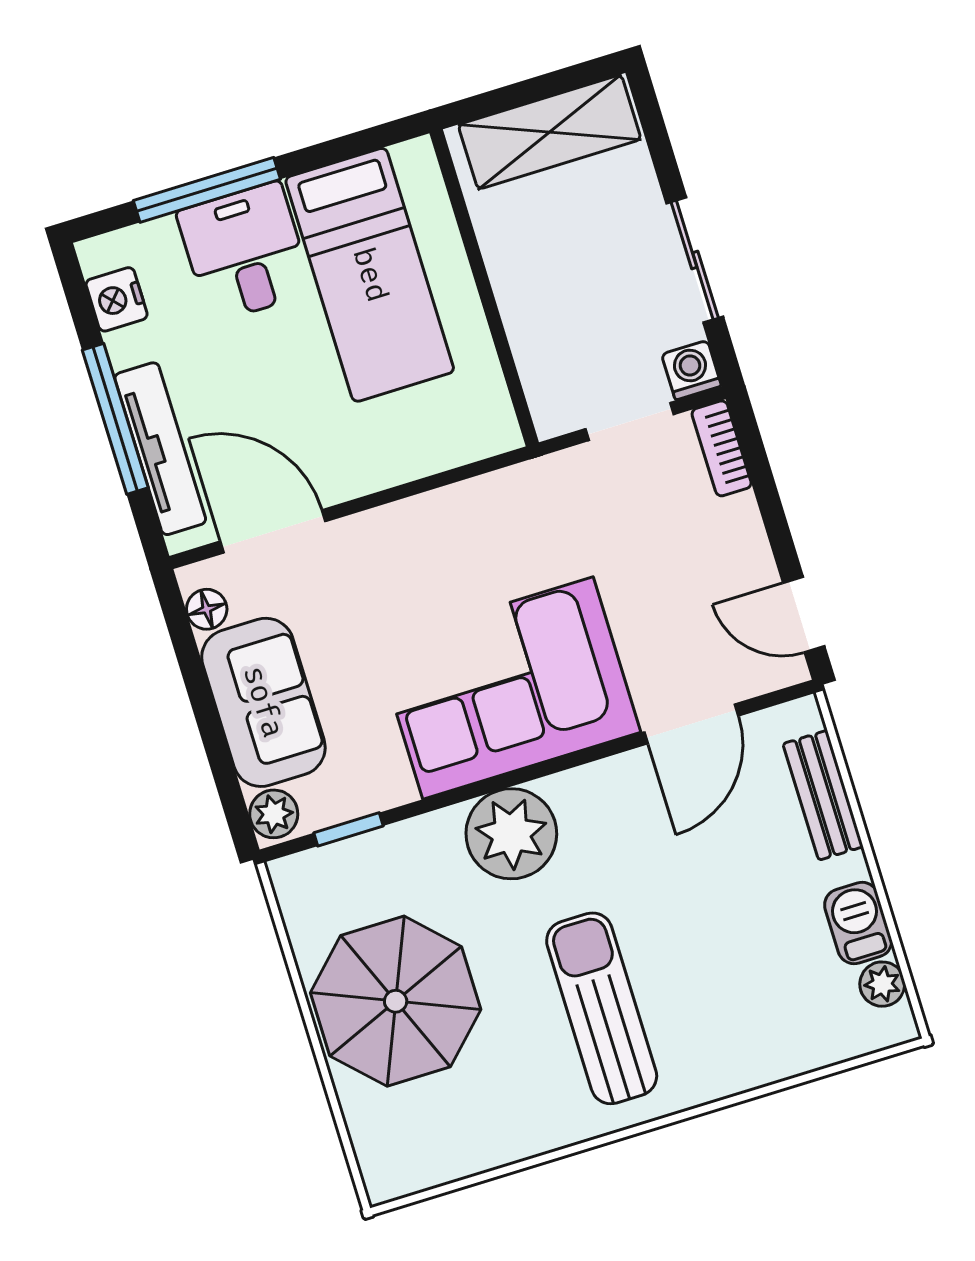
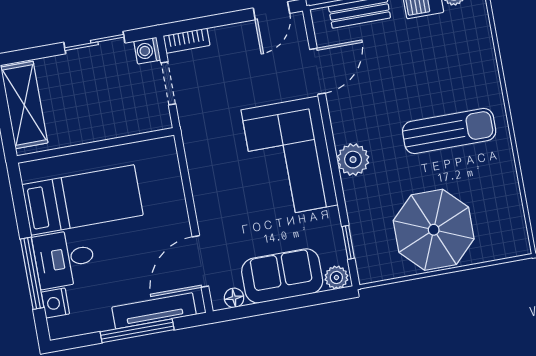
nightstand: (117, 299) -> (55, 303), moved, turned 90
door: (691, 724) -> (317, 71), hinge flipped
plant: (511, 834) -> (353, 160), width x0.73, depth x0.73
sun lounger: (602, 1008) -> (449, 131), turned 180

